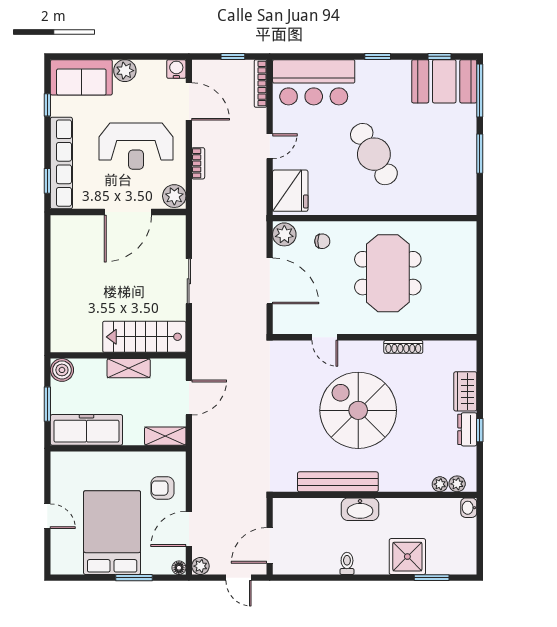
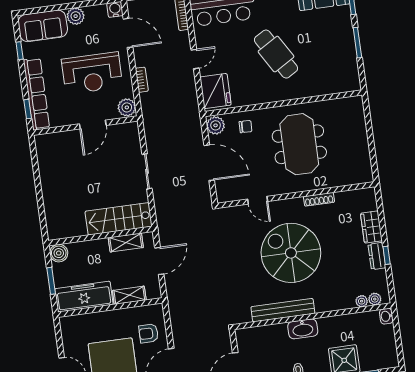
door: (128, 212) -> (93, 125), width x0.73
shelving: (129, 368) -> (126, 242), moved
shelving: (165, 436) -> (129, 295), moved

